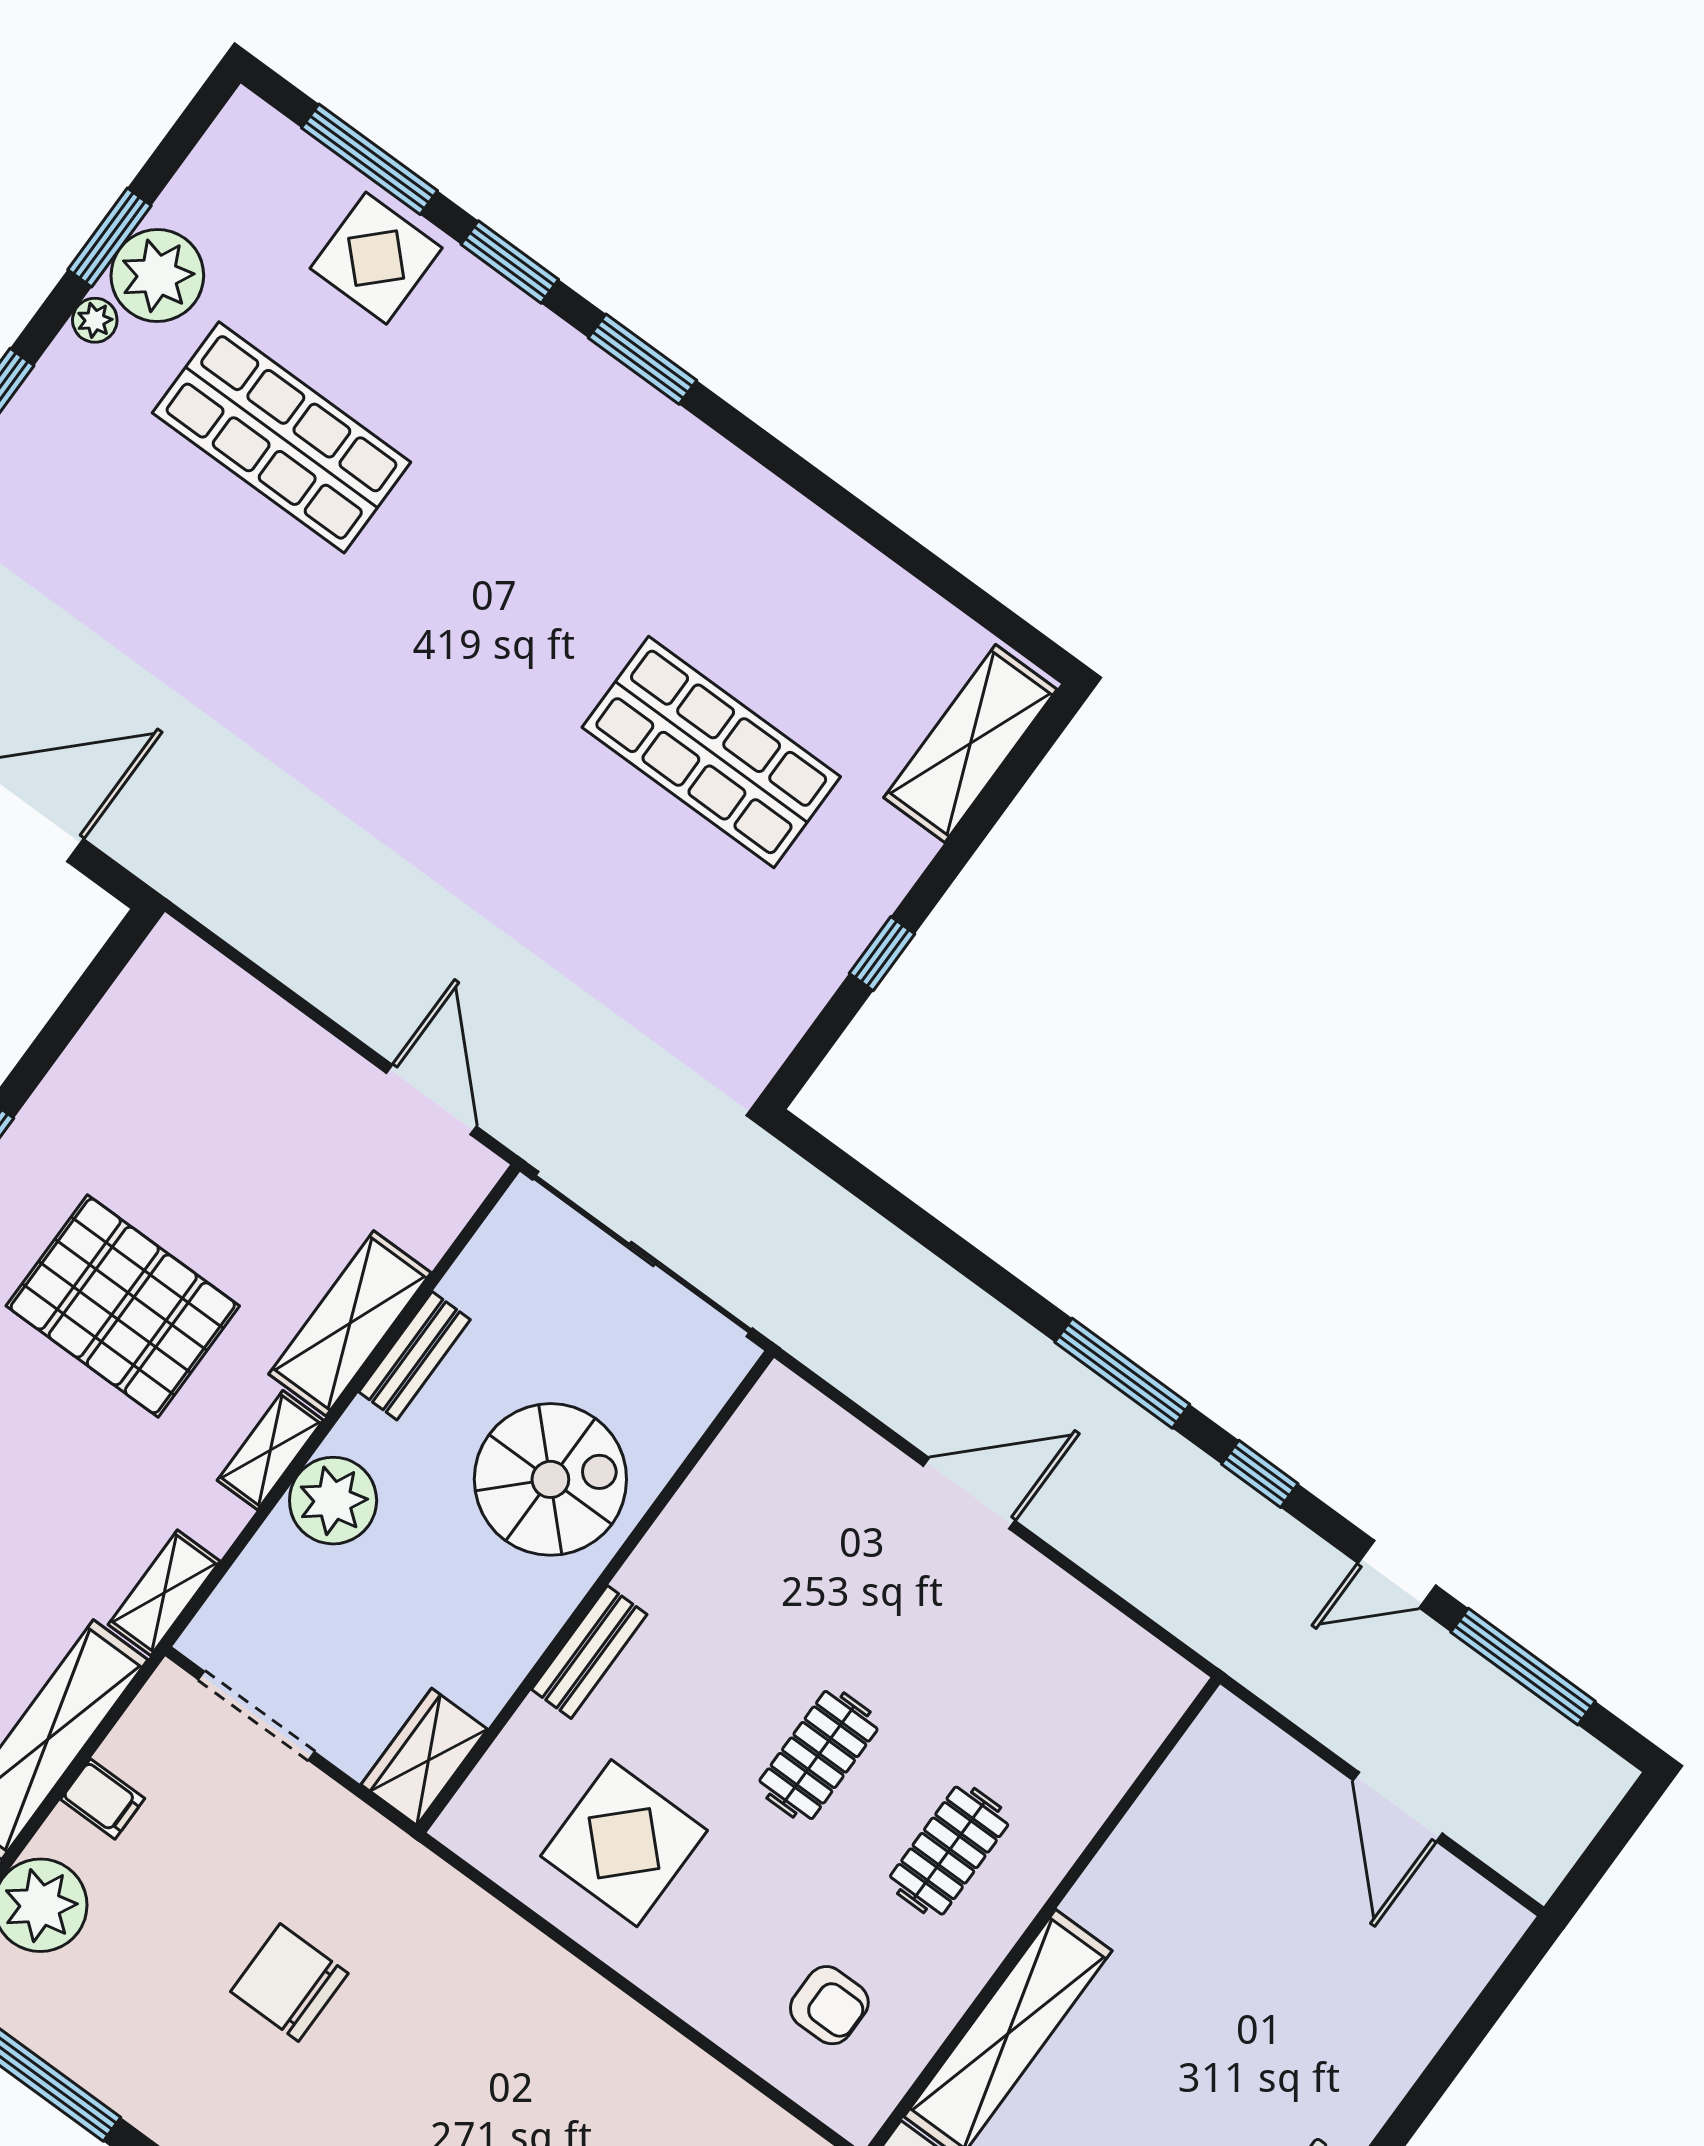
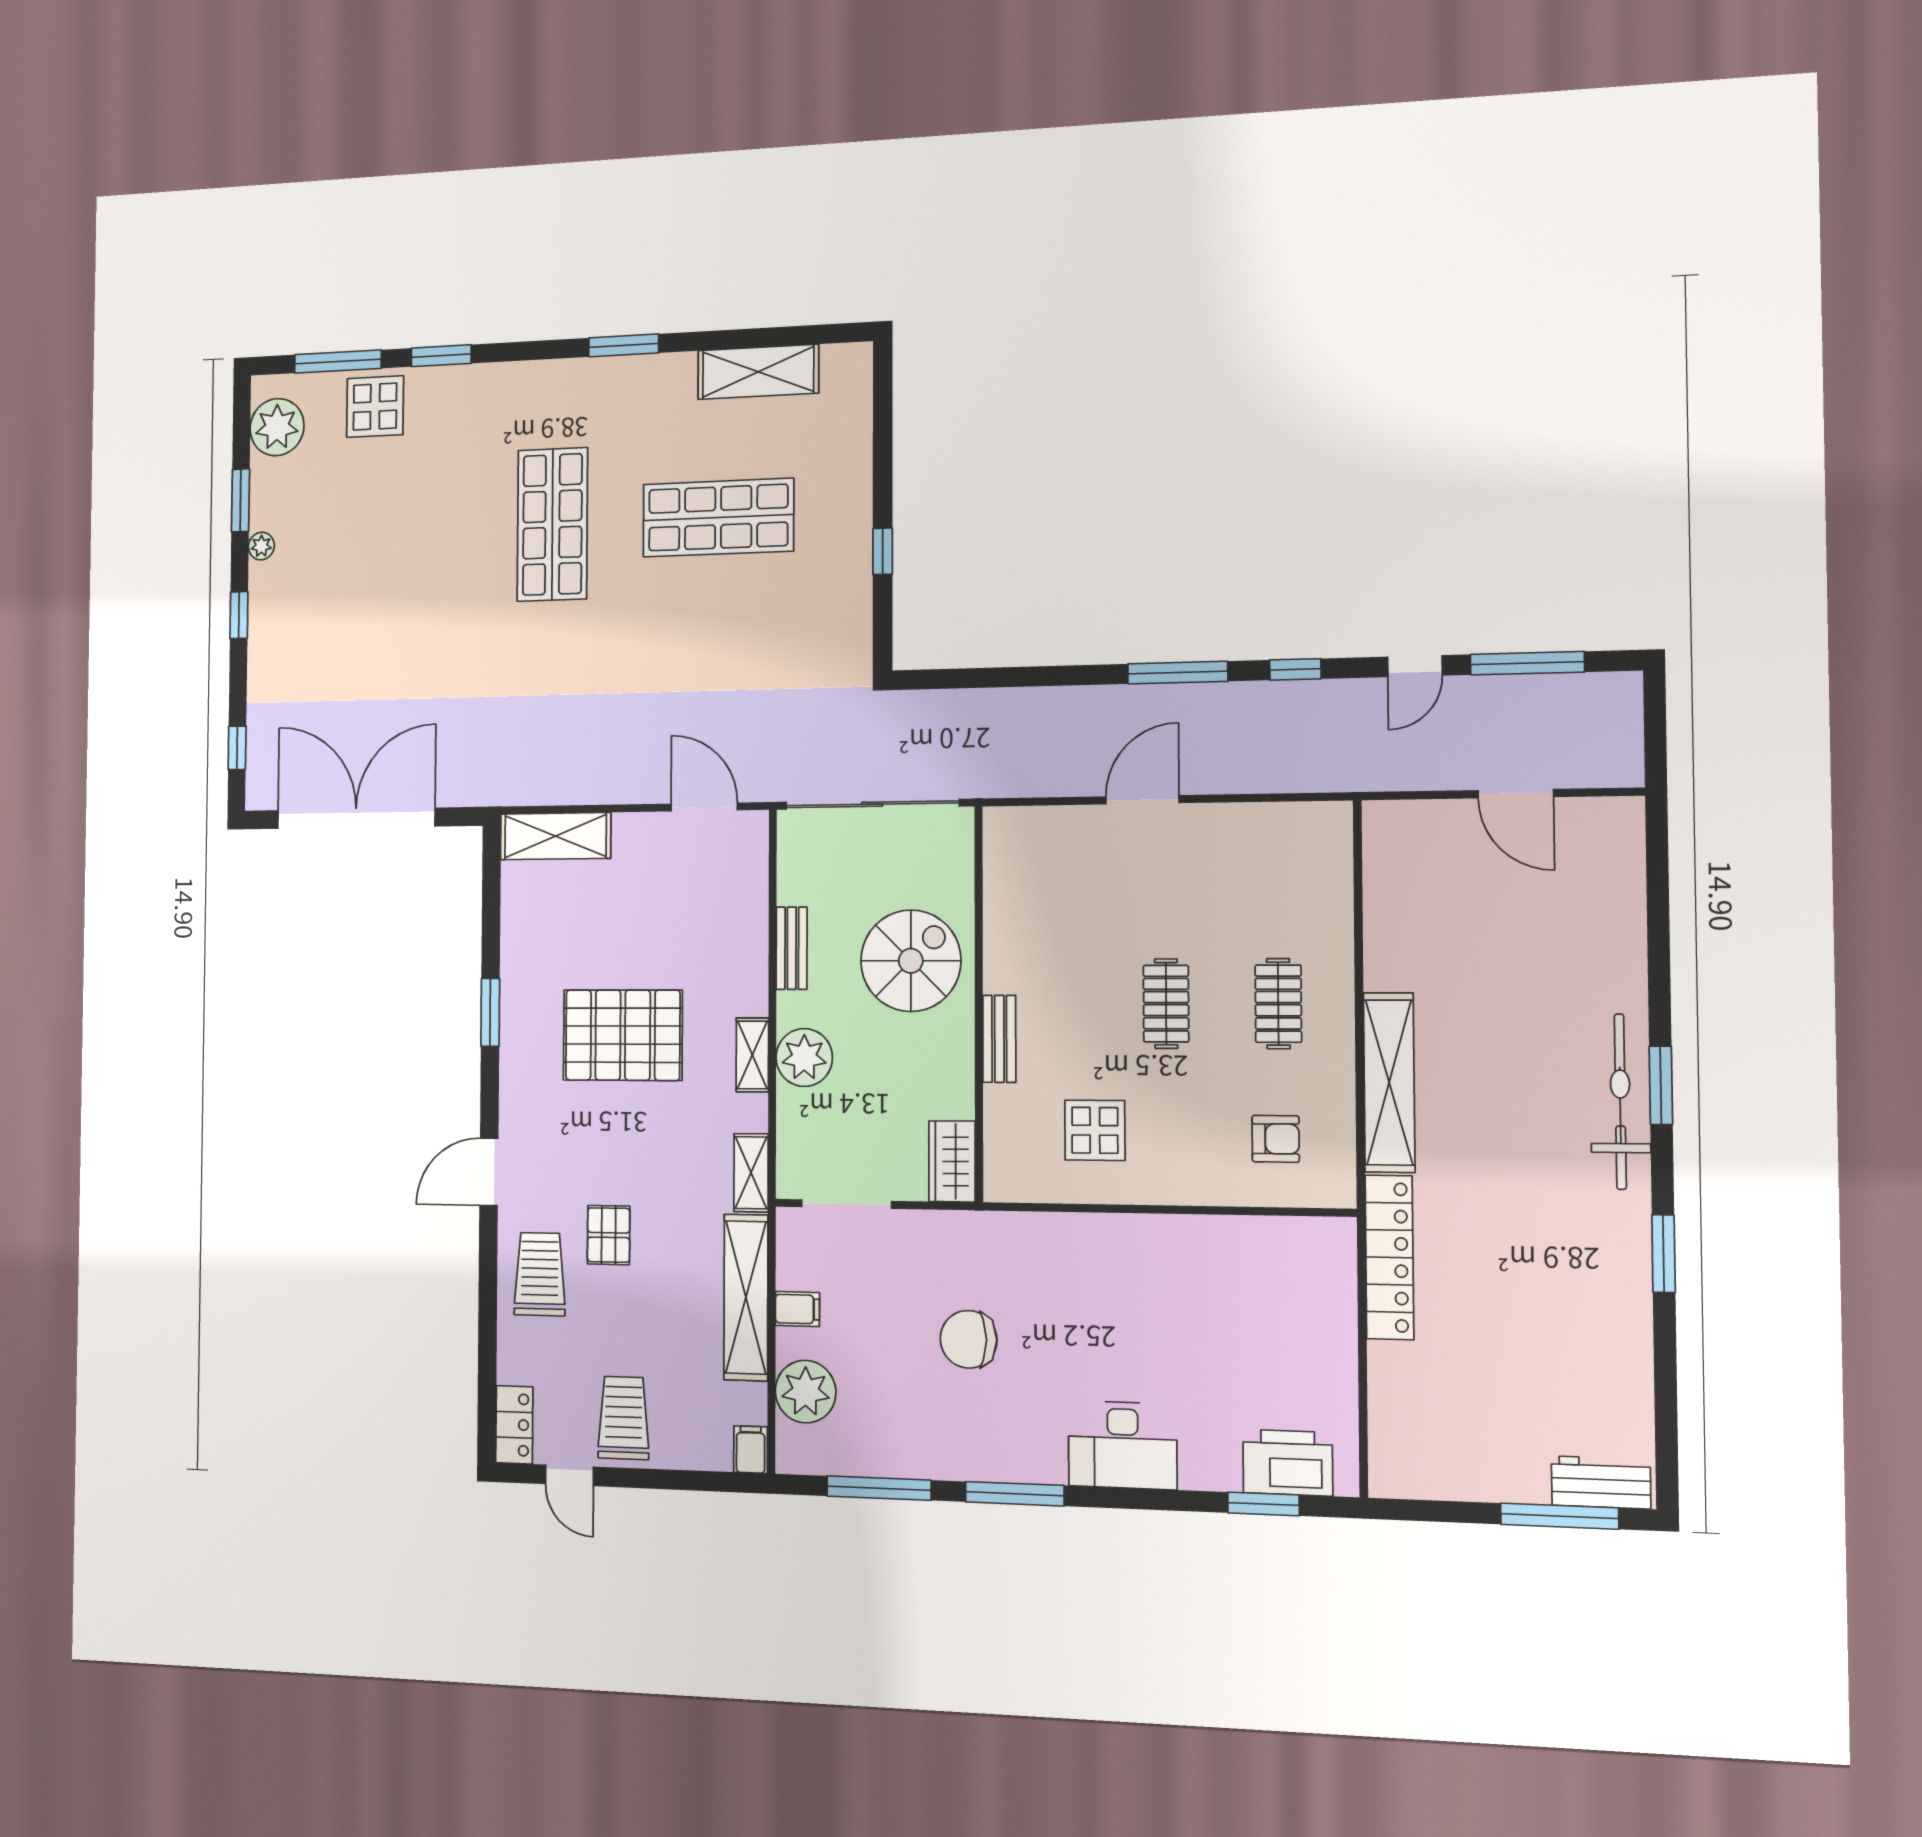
plant: (157, 275) -> (277, 427), moved
window: (643, 359) -> (624, 345), moved
shop shelf: (282, 437) -> (552, 524), moved, turned 90
shelving: (970, 743) -> (758, 372), moved, turned 90
shelving: (350, 1323) -> (555, 836), moved, turned 90
display table: (624, 1843) -> (1095, 1130), width x0.73, depth x0.73

